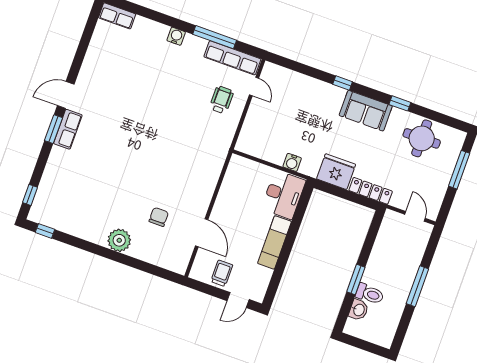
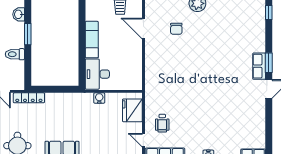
fridge: (336, 172) -> (132, 110), moved, turned 90
locker: (371, 191) -> (29, 98), moved
toilet: (370, 294) -> (15, 54), moved

